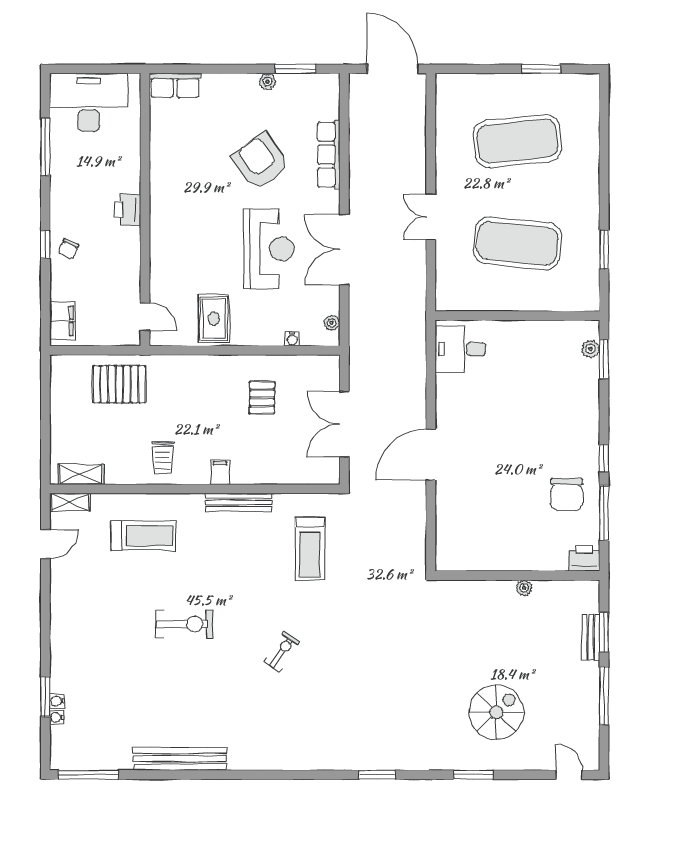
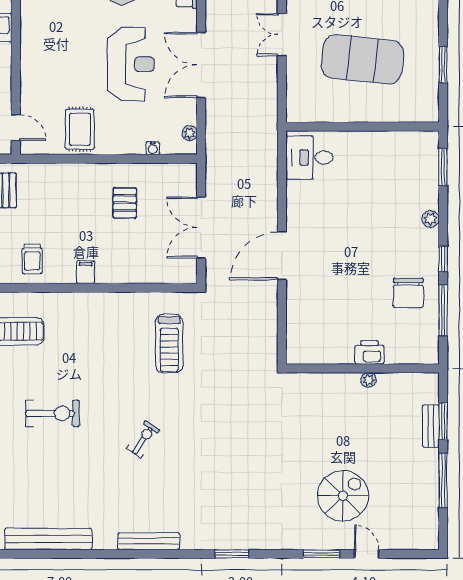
plant: (591, 349) -> (431, 219), moved
bench: (239, 502) -> (149, 541), moved
printer: (584, 558) -> (369, 352), moved
door: (569, 775) -> (367, 554), moved

